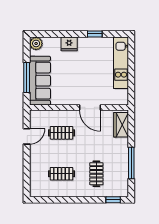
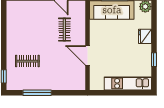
door: (90, 107) -> (87, 55), hinge flipped
wardrobe: (121, 125) -> (72, 84), removed
clothes rail: (62, 174) -> (27, 30), removed

